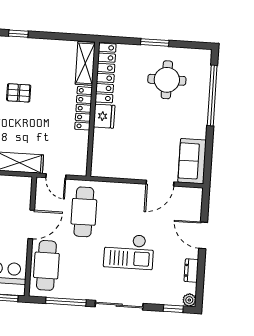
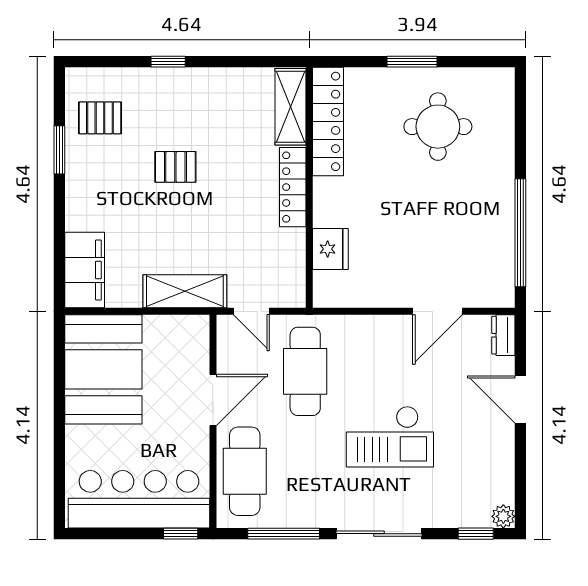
window: (212, 96) -> (520, 233), moved
fridge: (104, 116) -> (330, 249), moved
sofa: (192, 161) -> (492, 269), removed
dresser: (191, 271) -> (503, 335), moved

